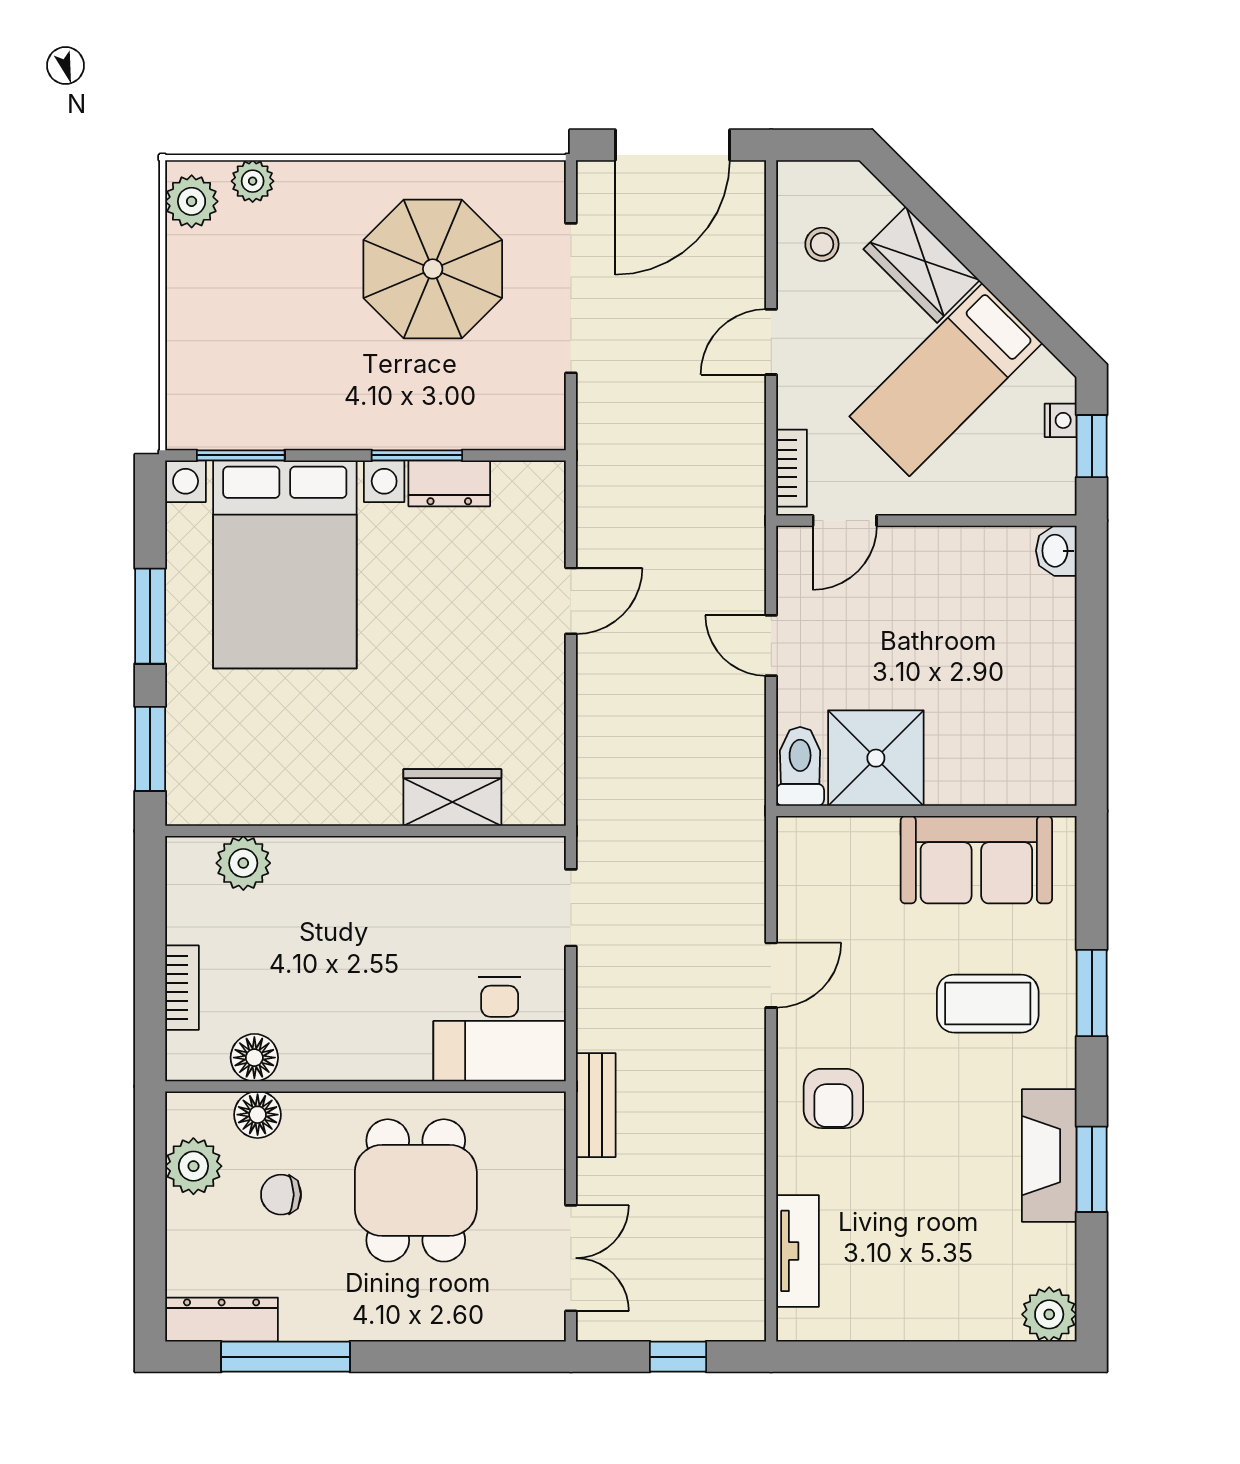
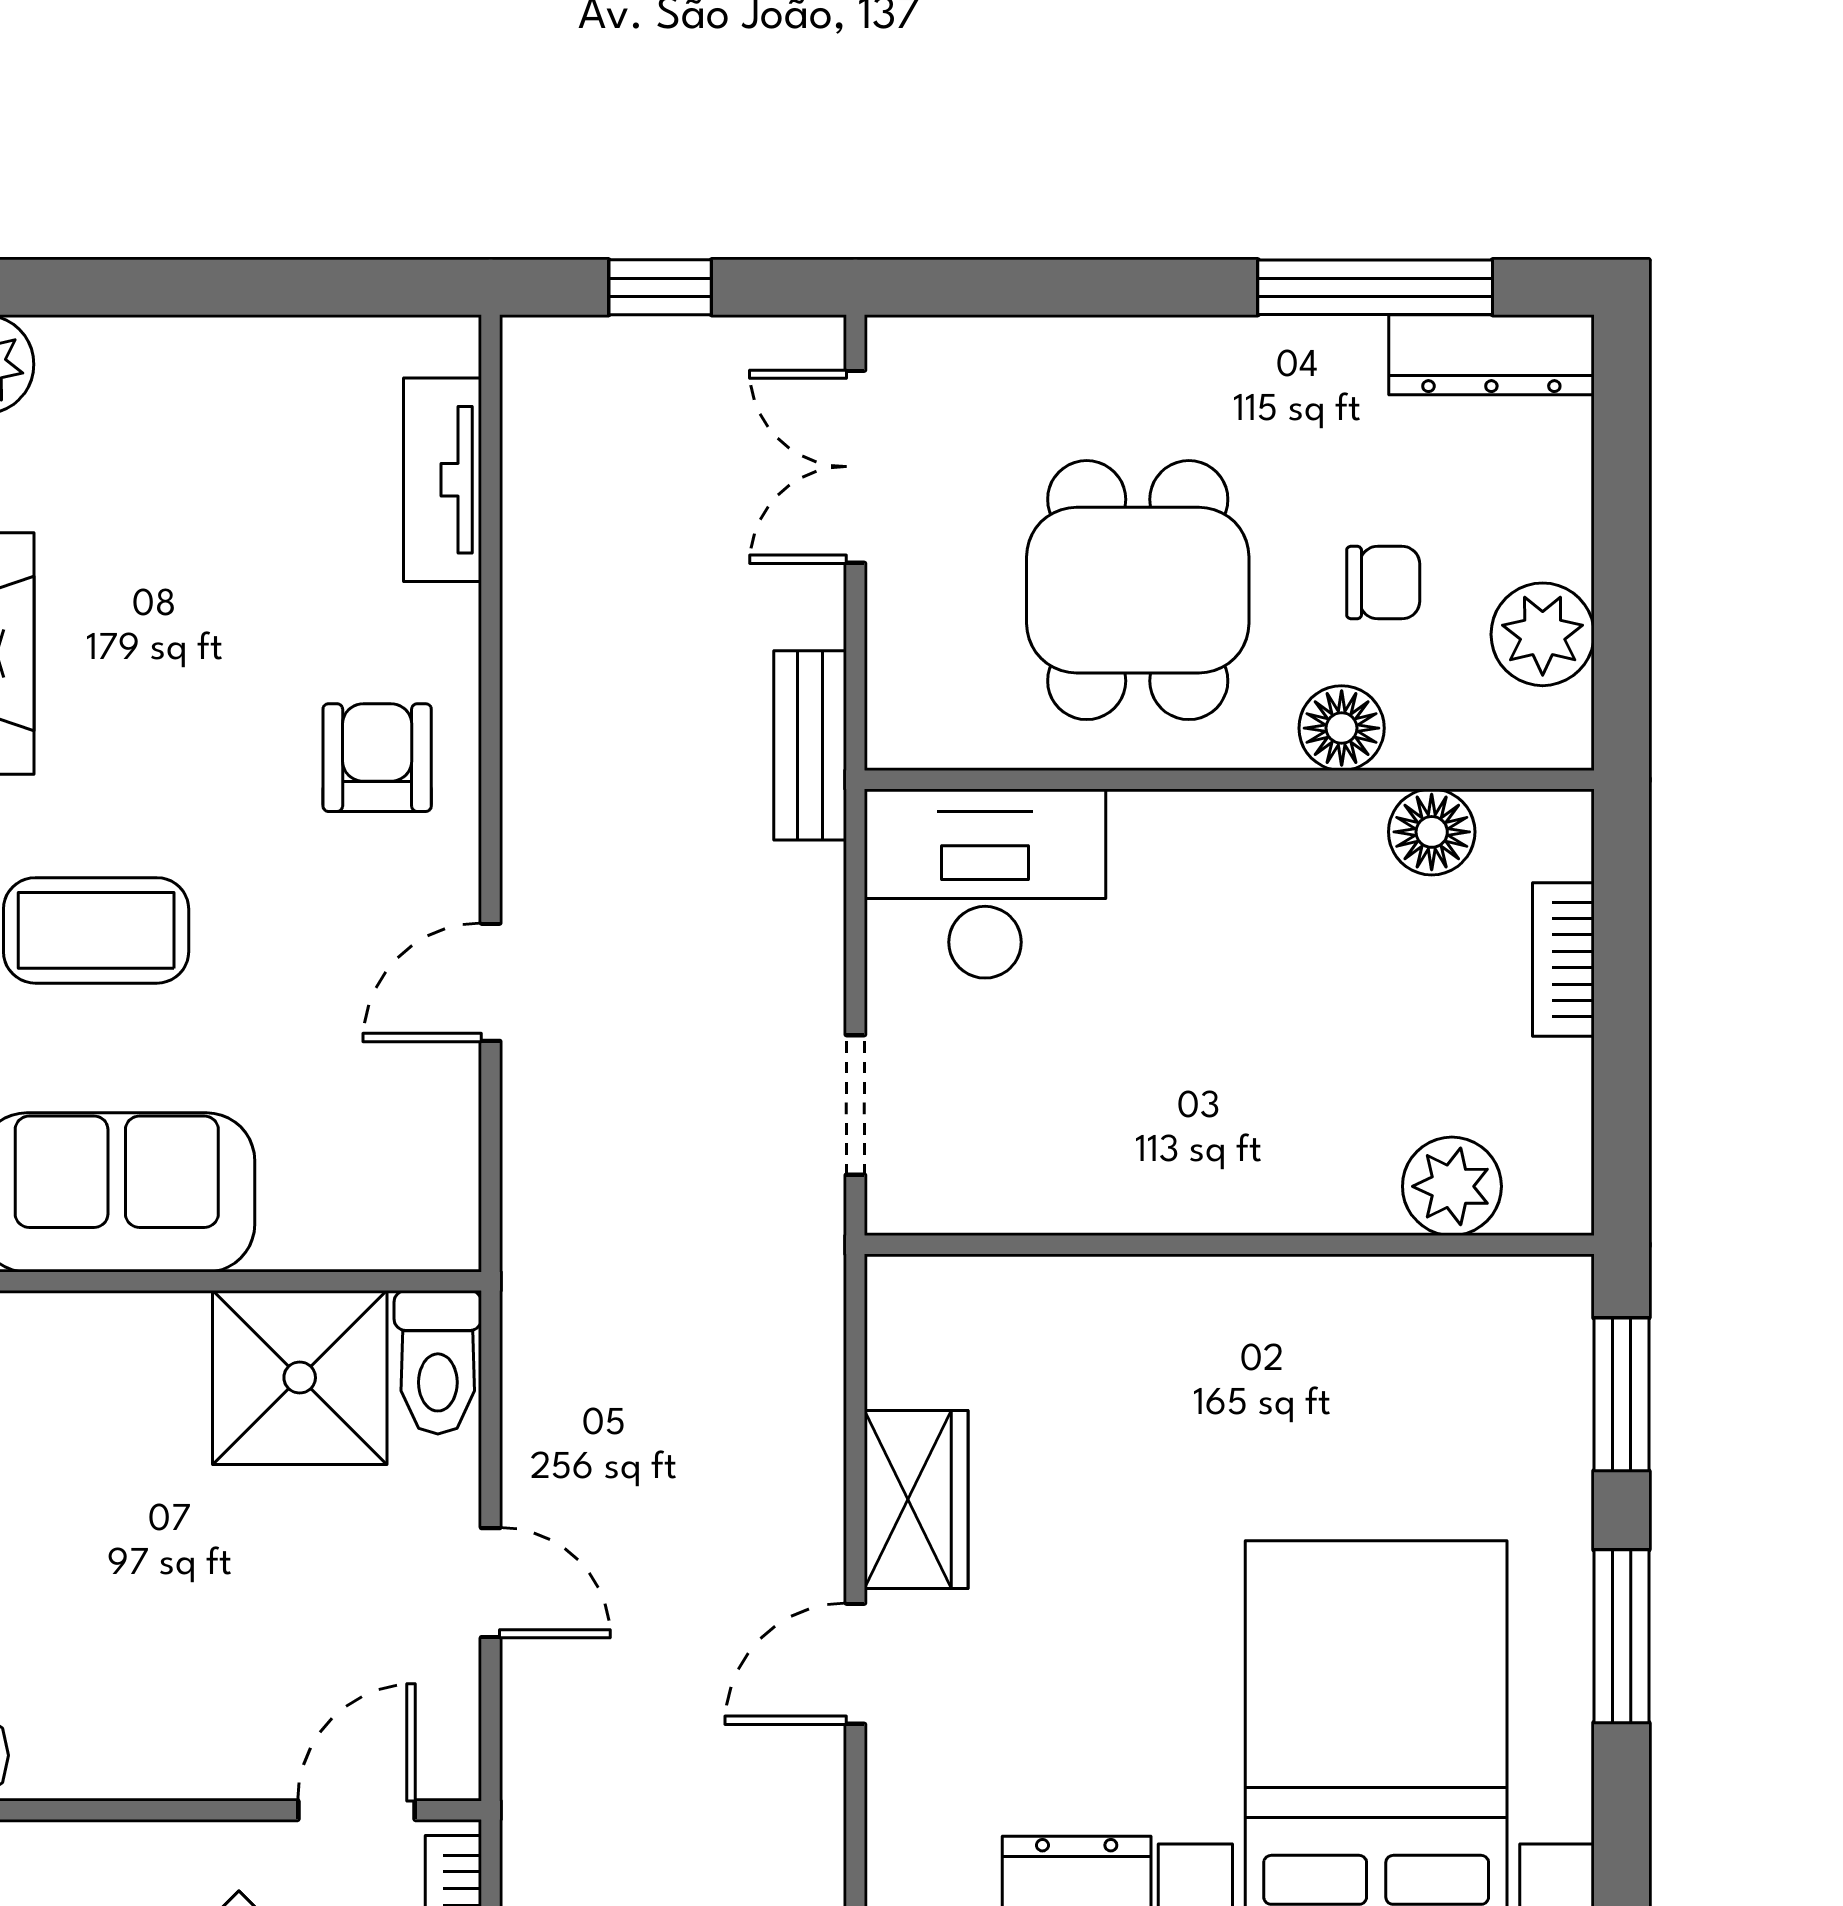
wardrobe: (452, 798) -> (916, 1500), moved, turned -90
floor lamp: (258, 1115) -> (1342, 728), moved

